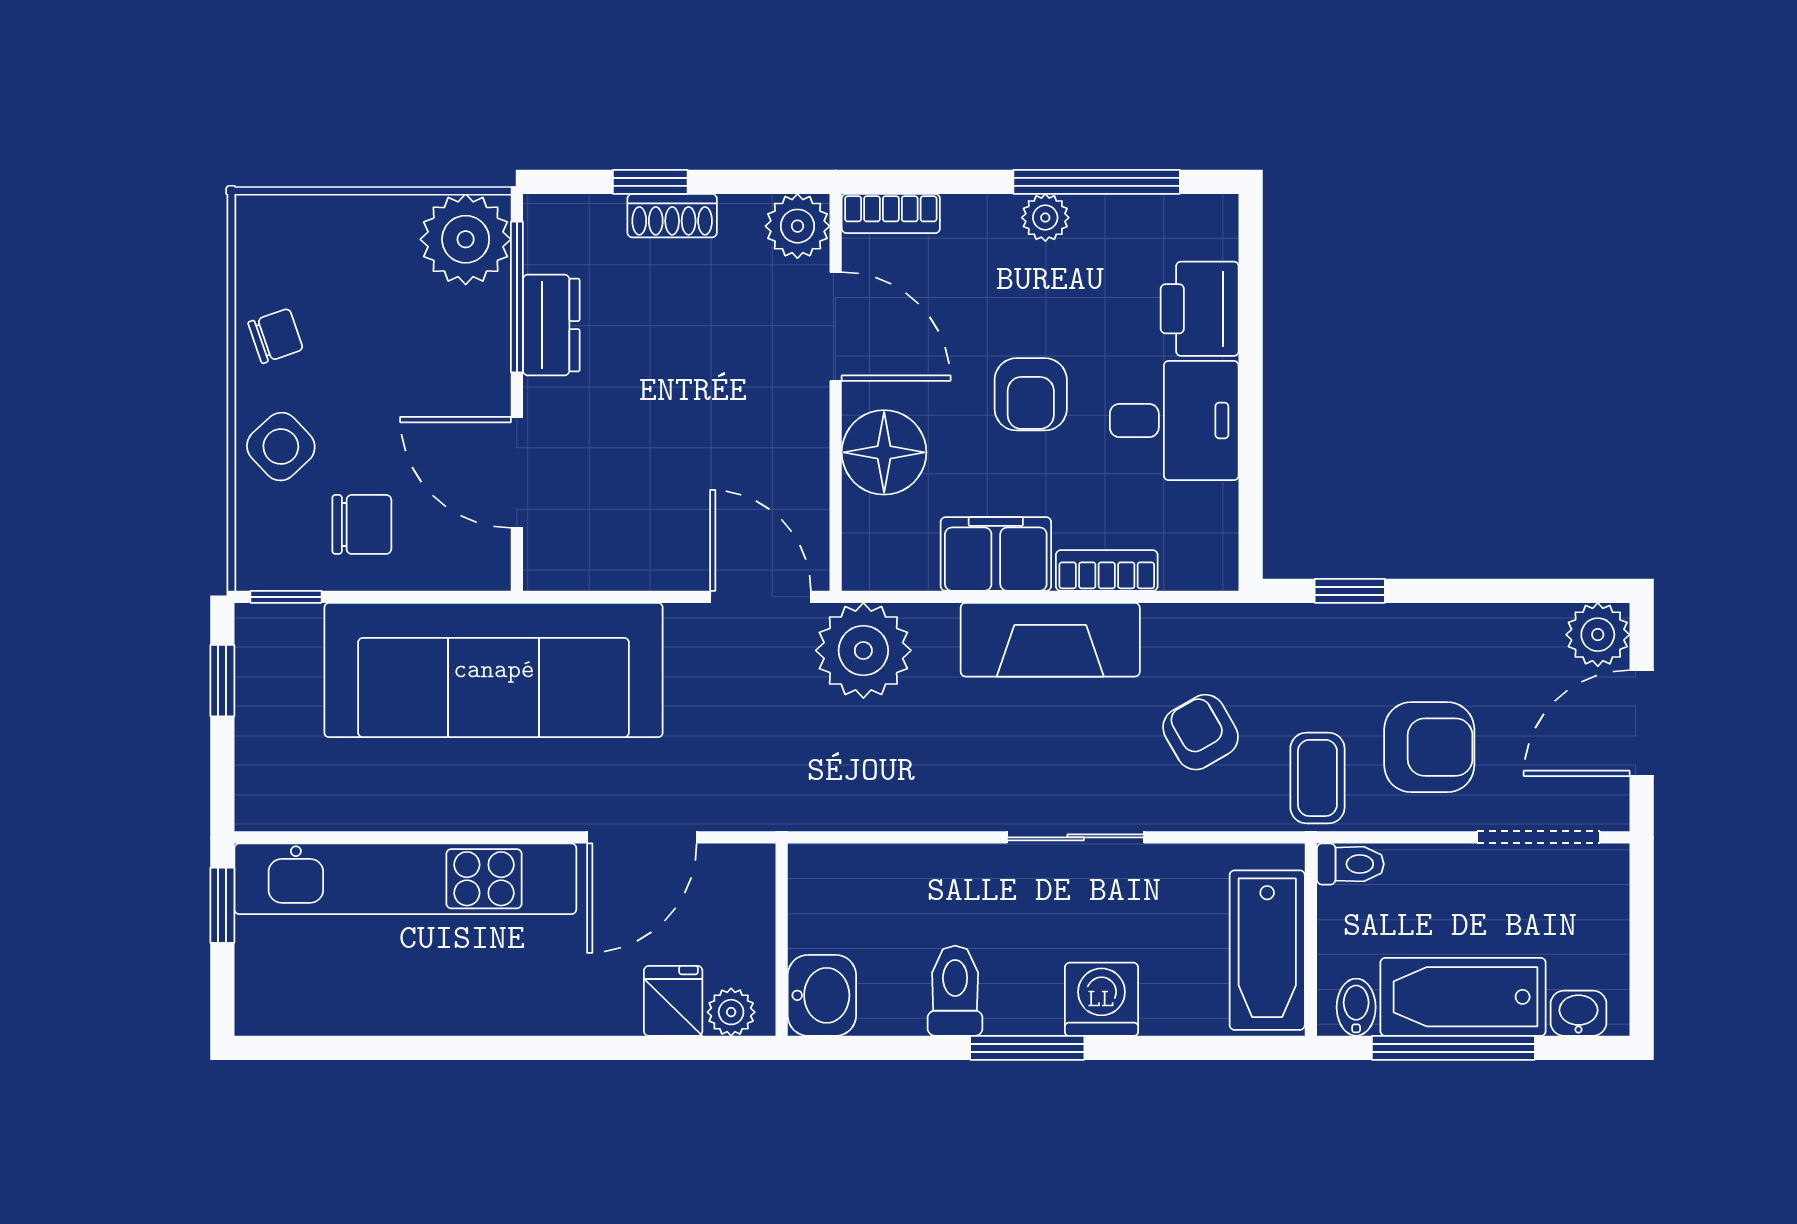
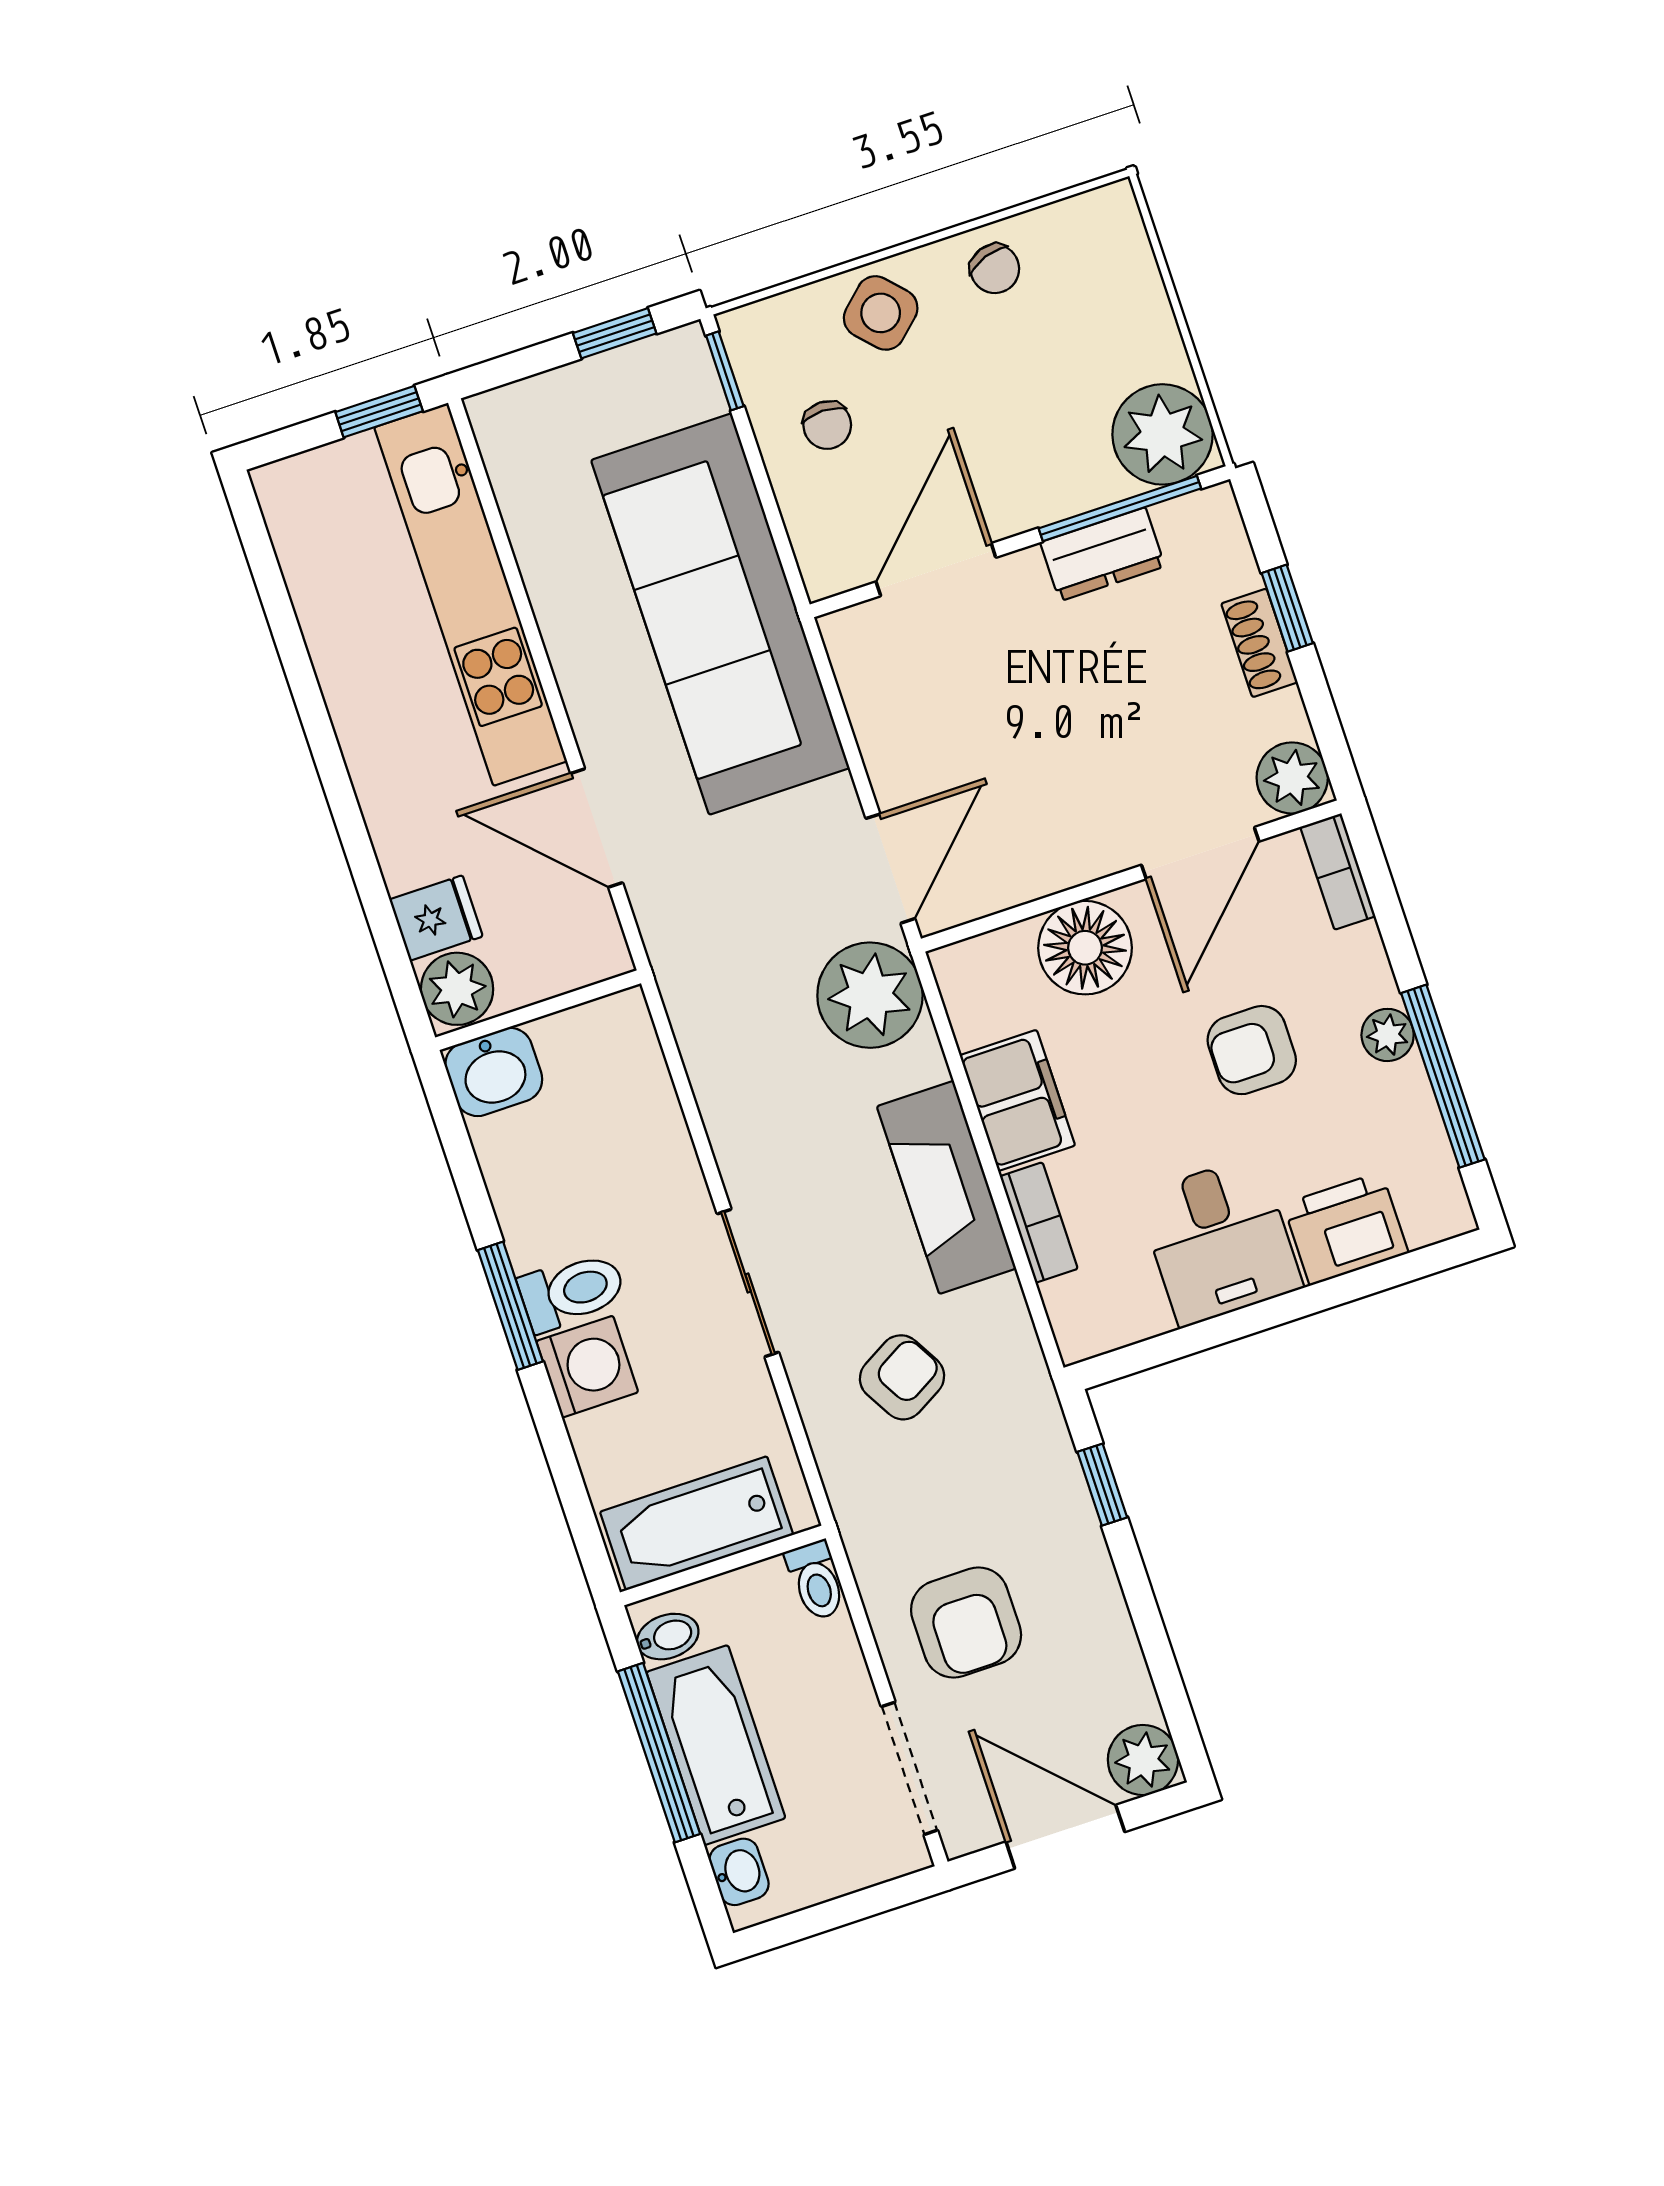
armchair: (1031, 394) -> (1252, 1050), moved
chair: (362, 524) -> (827, 425), width x0.73, depth x0.73
coffee table: (1317, 778) -> (895, 1516), removed
toilet: (955, 991) -> (572, 1291), moved
plant: (731, 1012) -> (457, 989), width x1.38, depth x1.38

